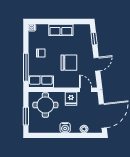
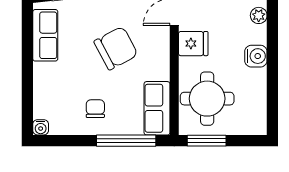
row of seats: (61, 30) -> (45, 35), moved
chair: (69, 63) -> (116, 48), turned 62
window: (26, 116) -> (207, 141), moved

